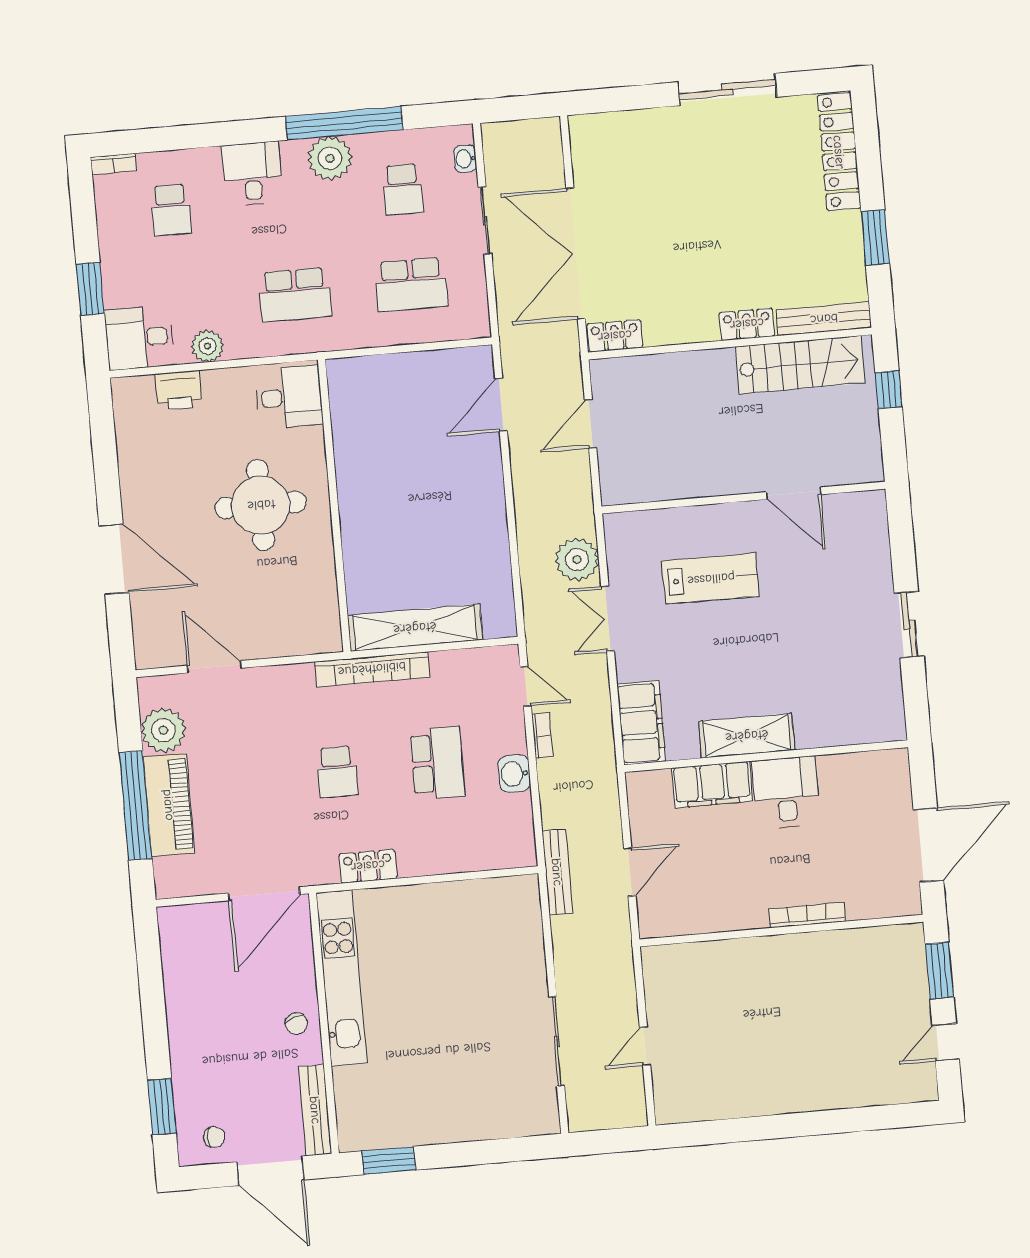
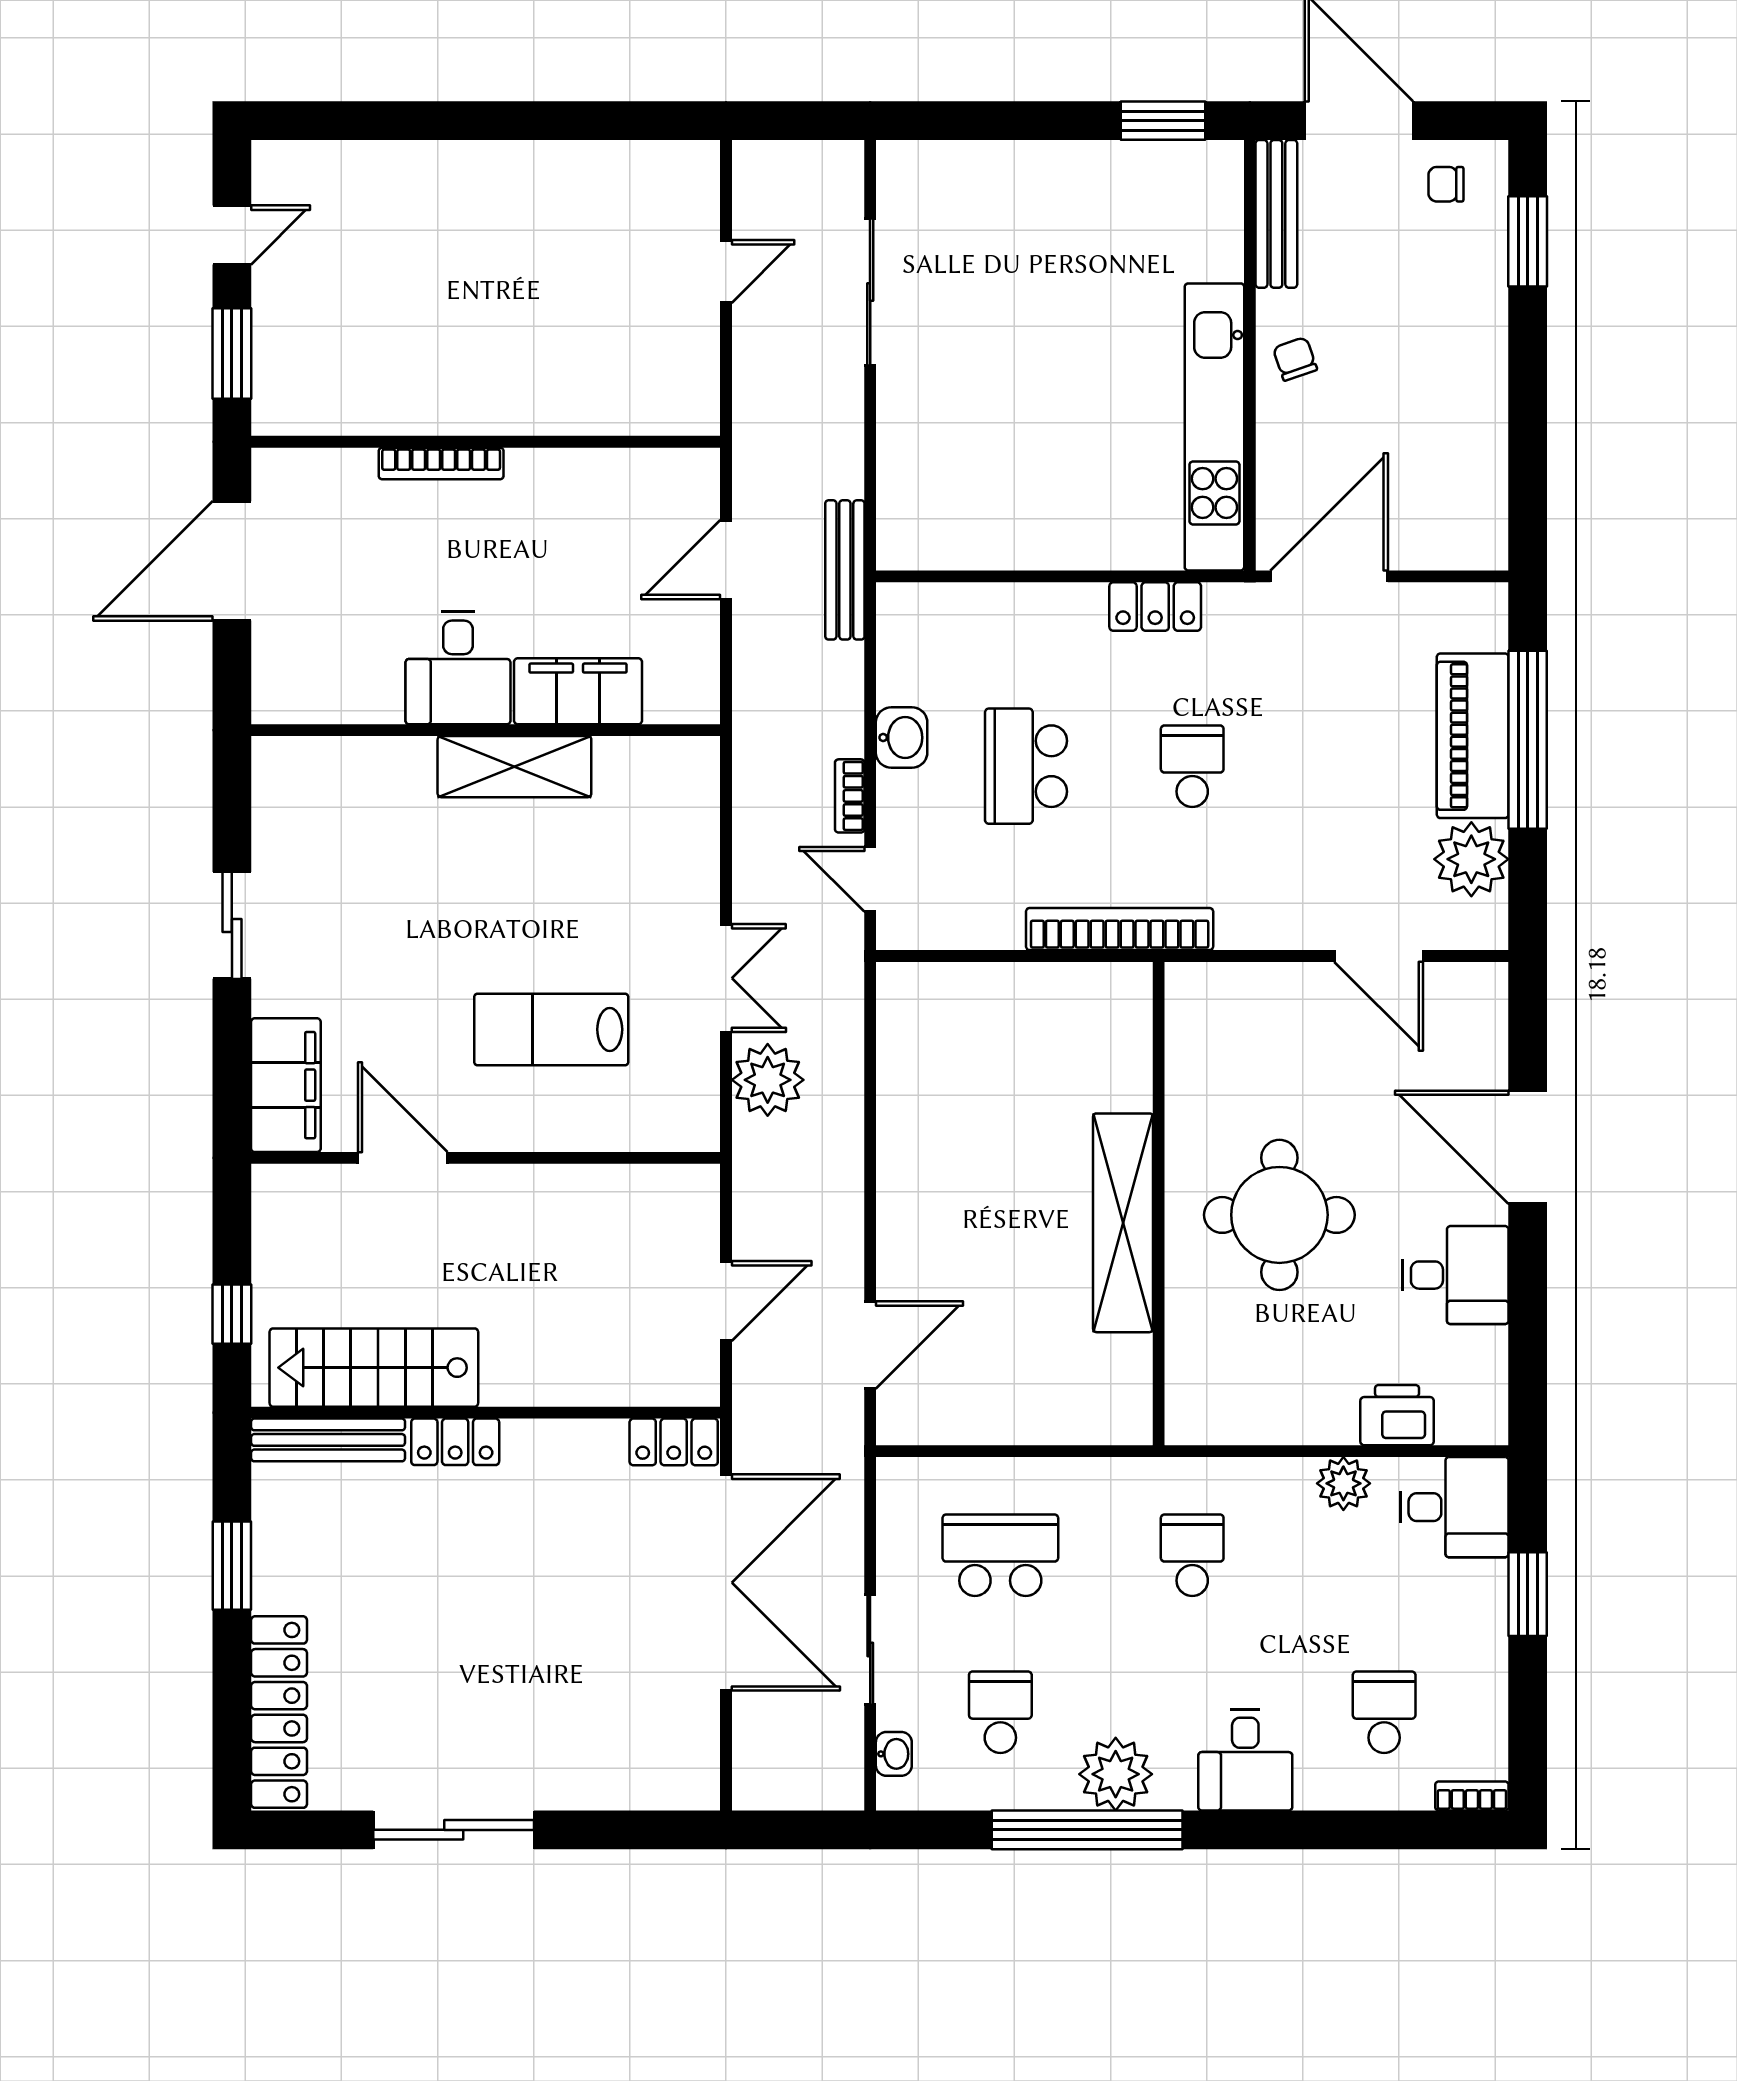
school desk: (295, 295) -> (1192, 1555), width x0.54
desk: (289, 397) -> (1456, 1275), moved, turned 180
shelving: (415, 628) -> (1123, 1223), moved, turned 90
filing cabinet: (641, 723) -> (286, 1085), moved, turned 180

